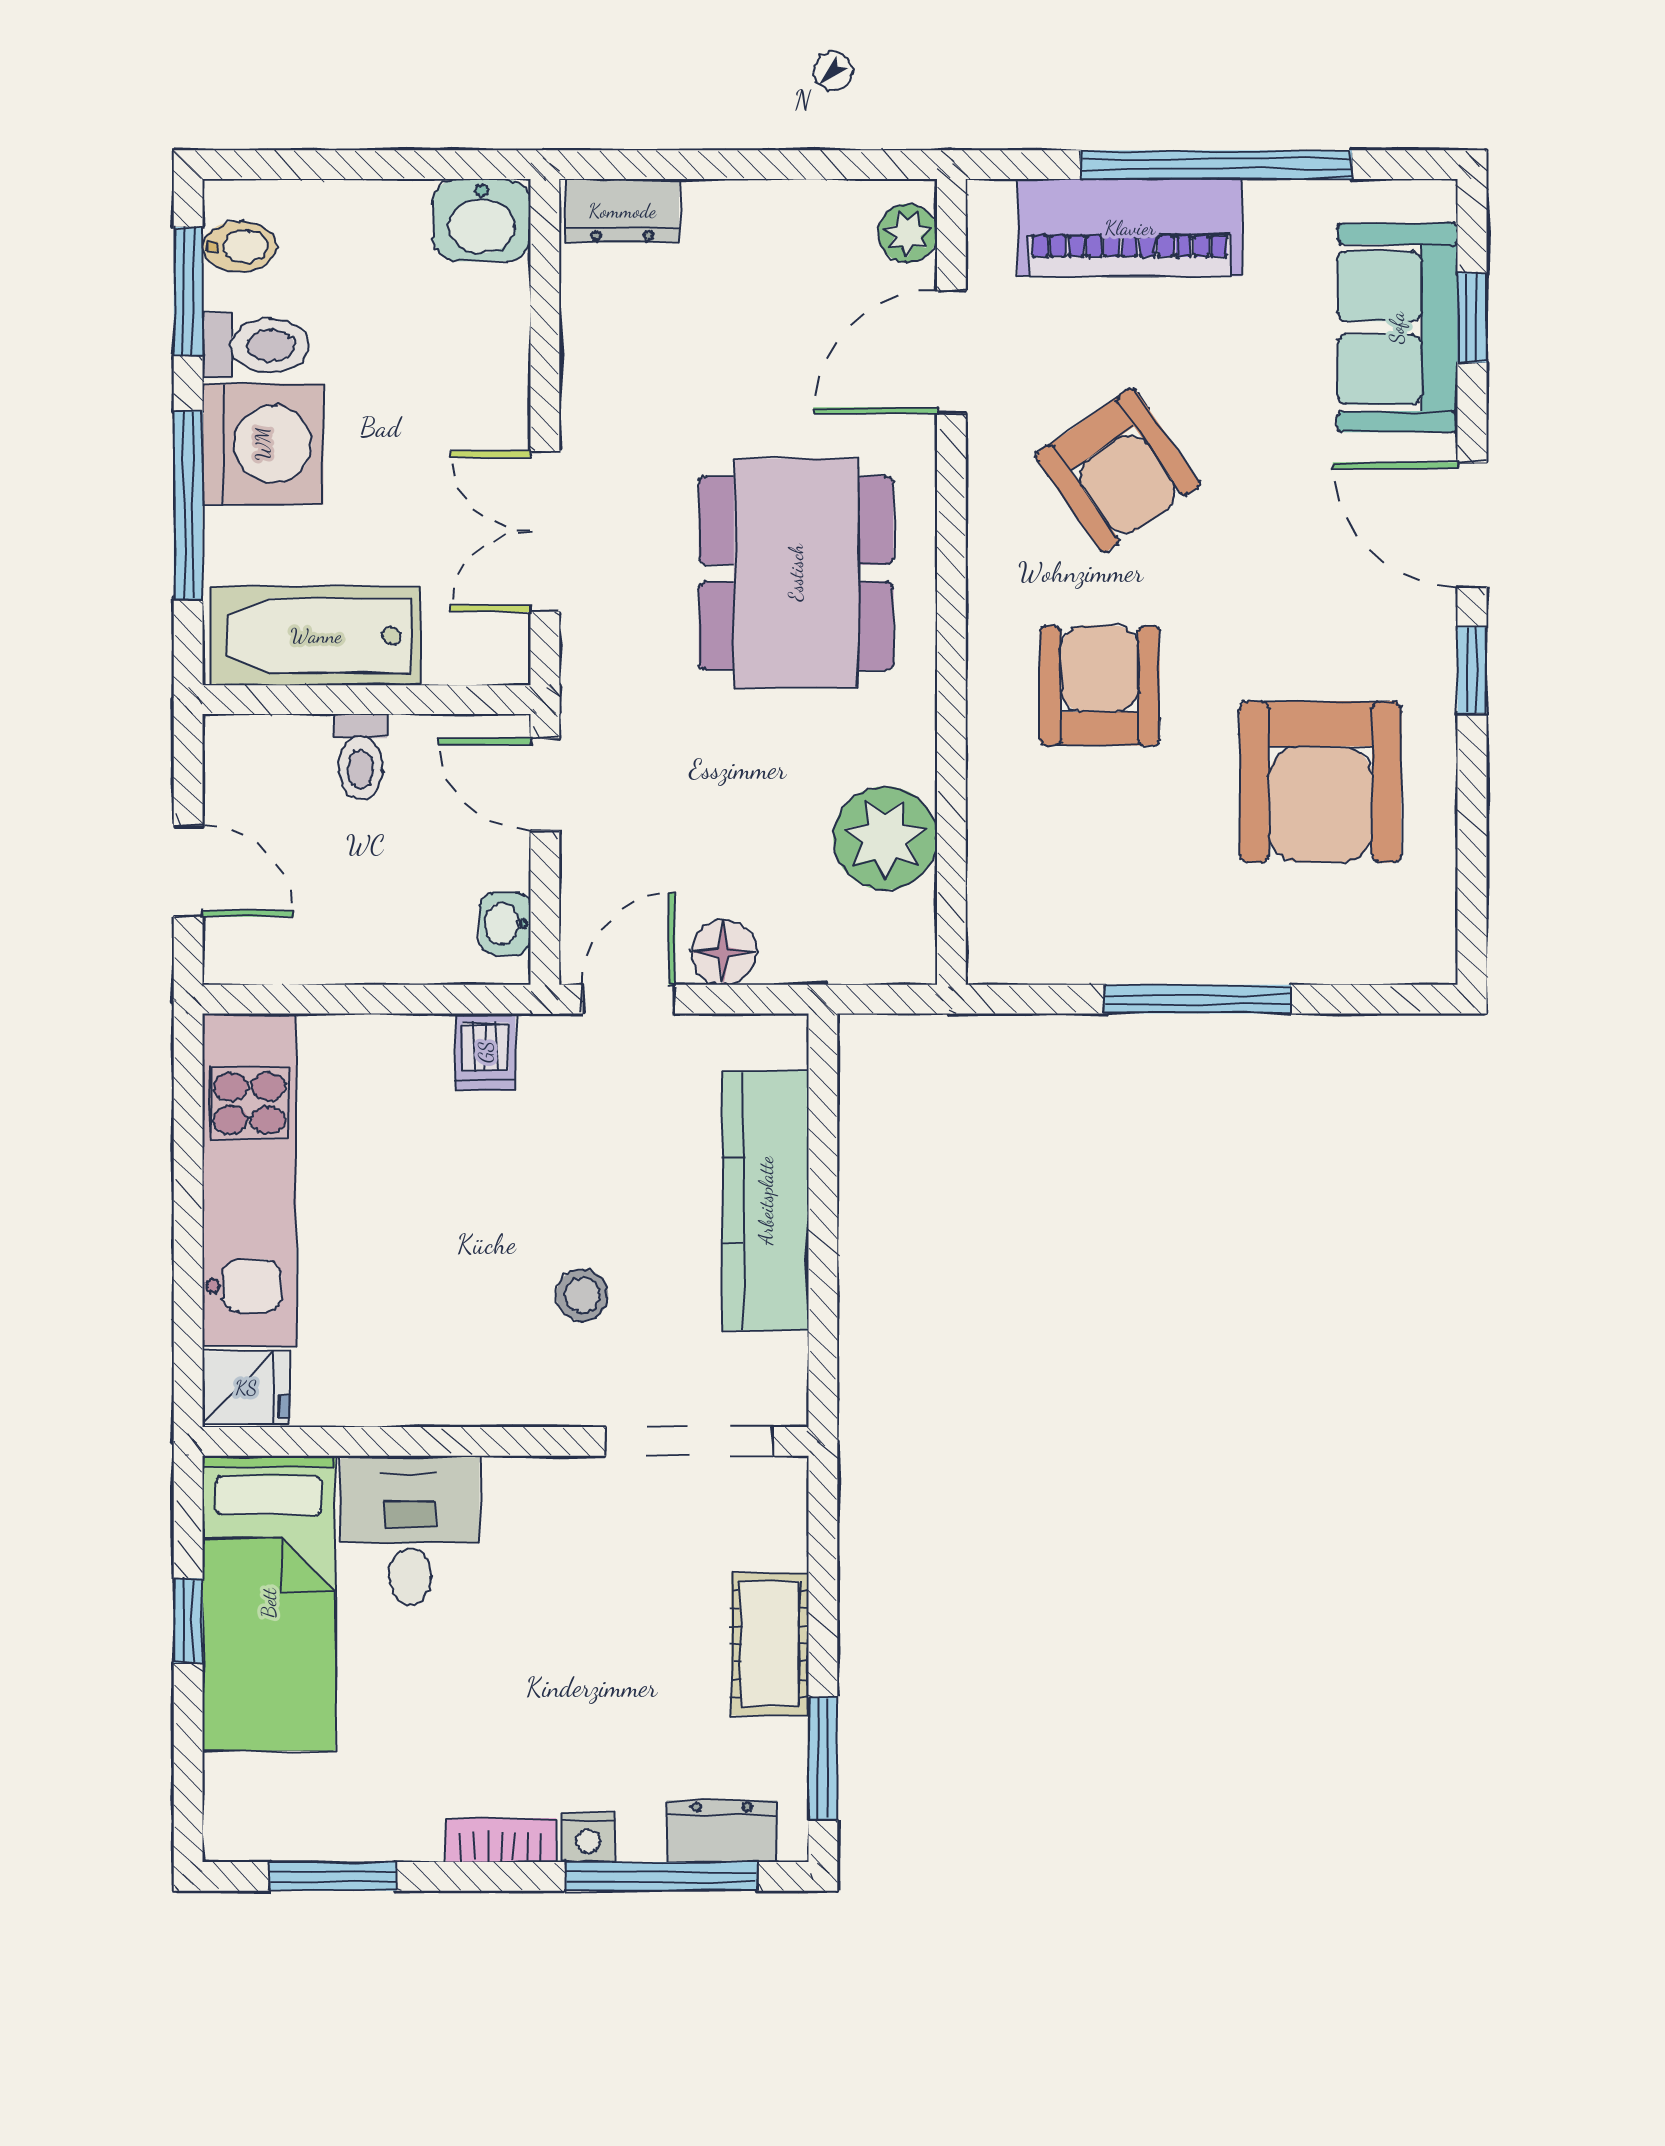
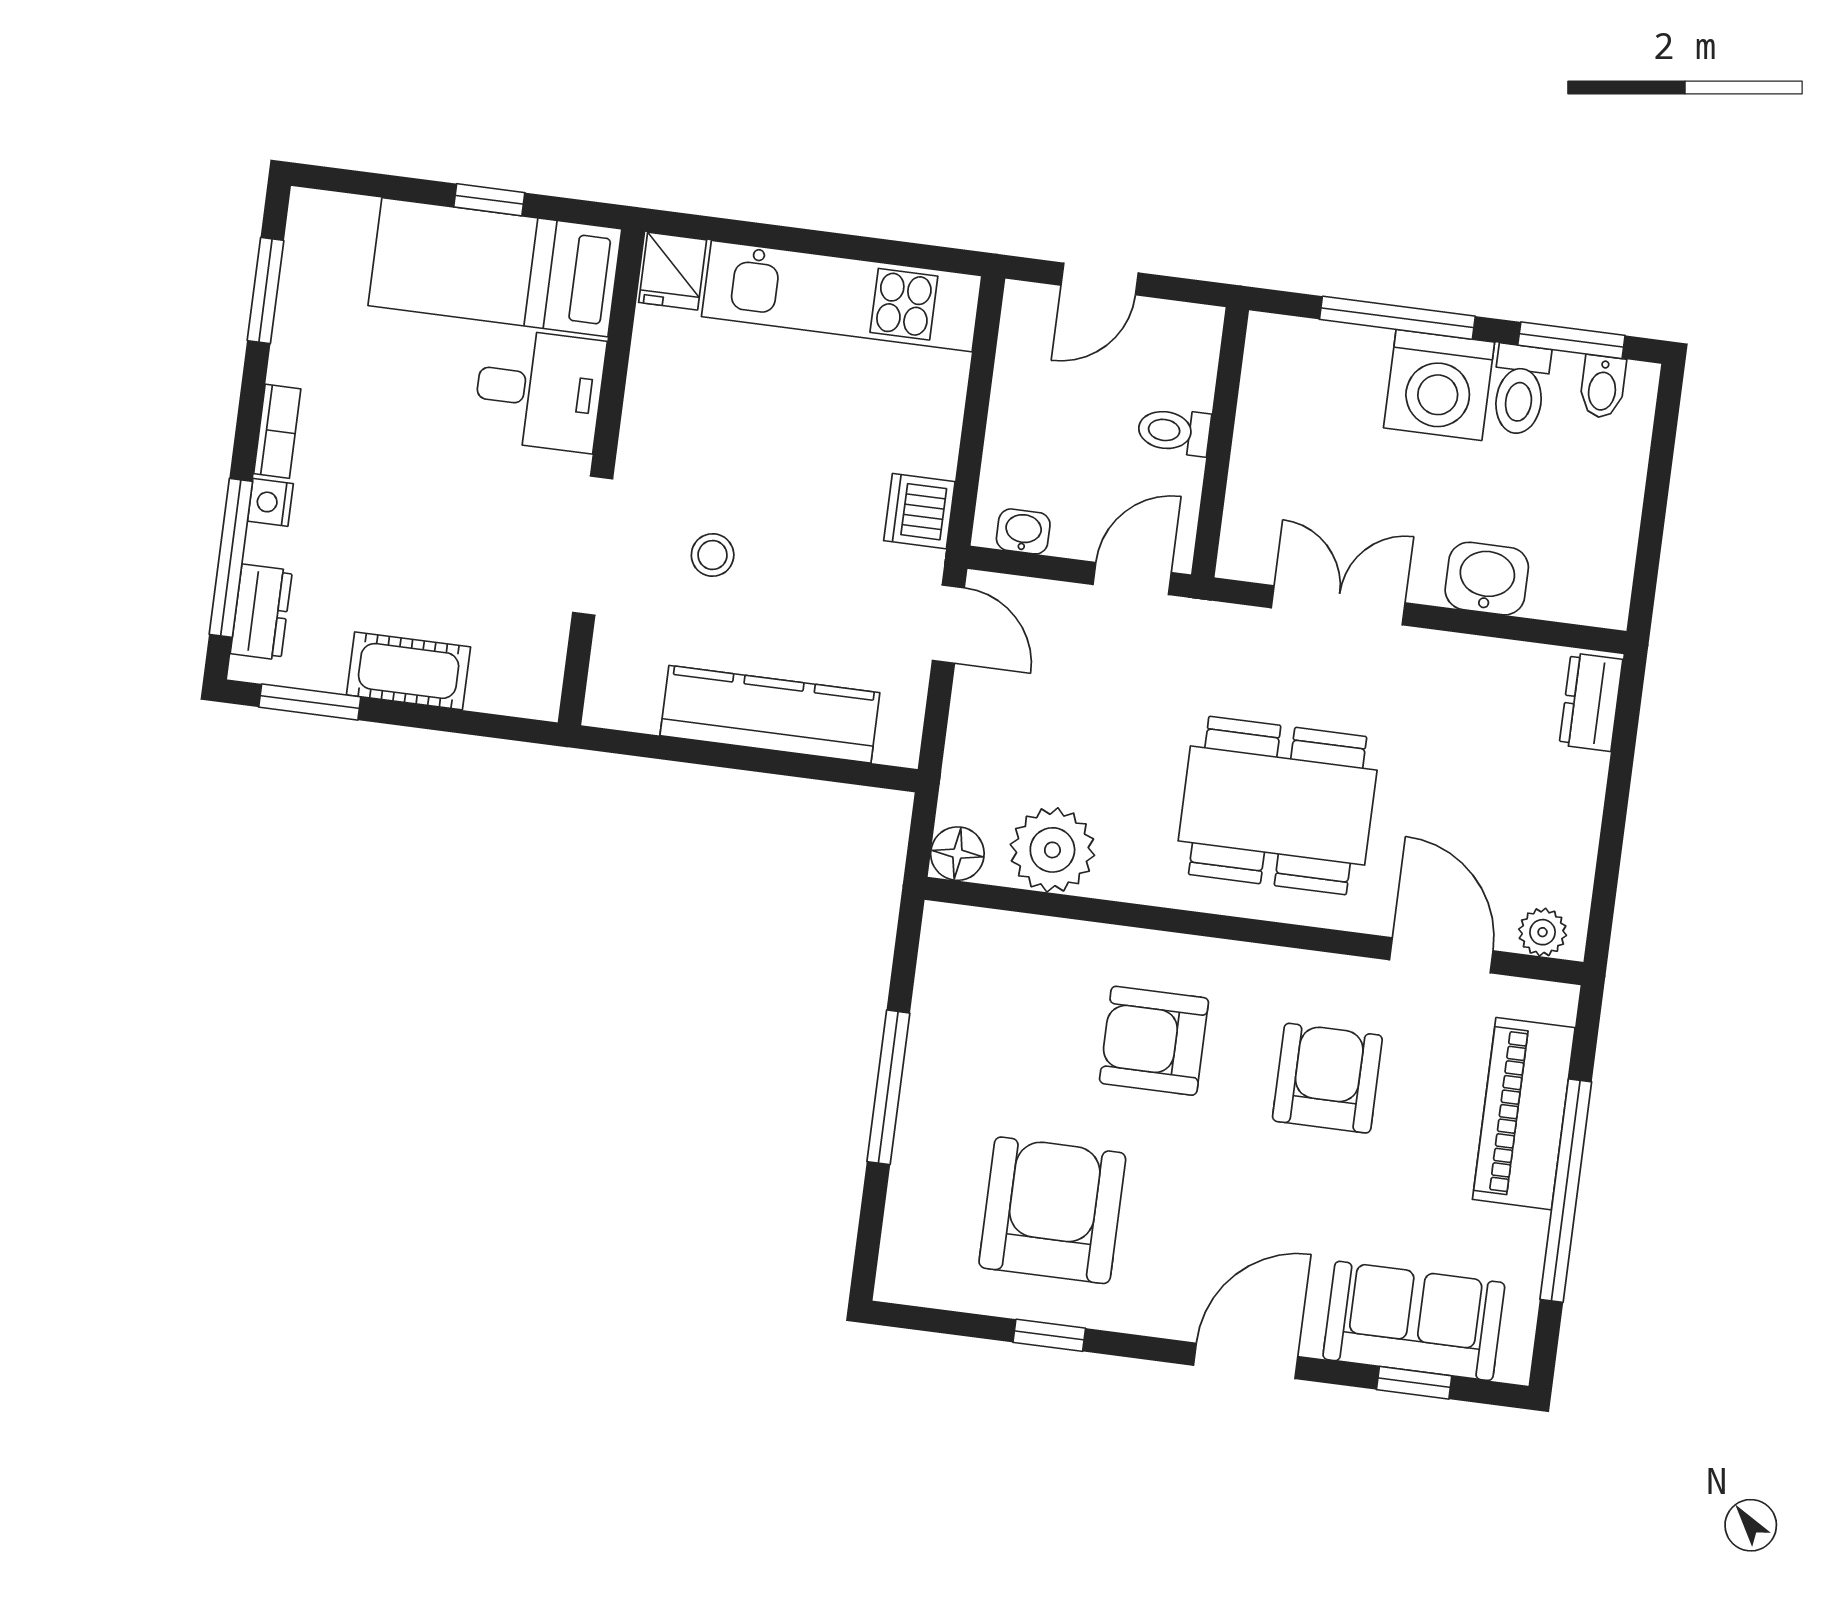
washbasin: (482, 220) -> (1487, 579), moved, turned 90
armchair: (1118, 470) -> (1327, 1078), turned 125
bathtub: (316, 636) -> (1277, 408), removed
window: (1472, 670) -> (1049, 1335), moved
armchair: (1100, 686) -> (1154, 1041), turned 180
armchair: (1320, 782) -> (1052, 1210), turned 90
floor lamp: (724, 952) -> (957, 854), moved
dishwasher: (486, 1052) -> (919, 511), width x1.38
doorway: (689, 1441) -> (593, 546), moved

